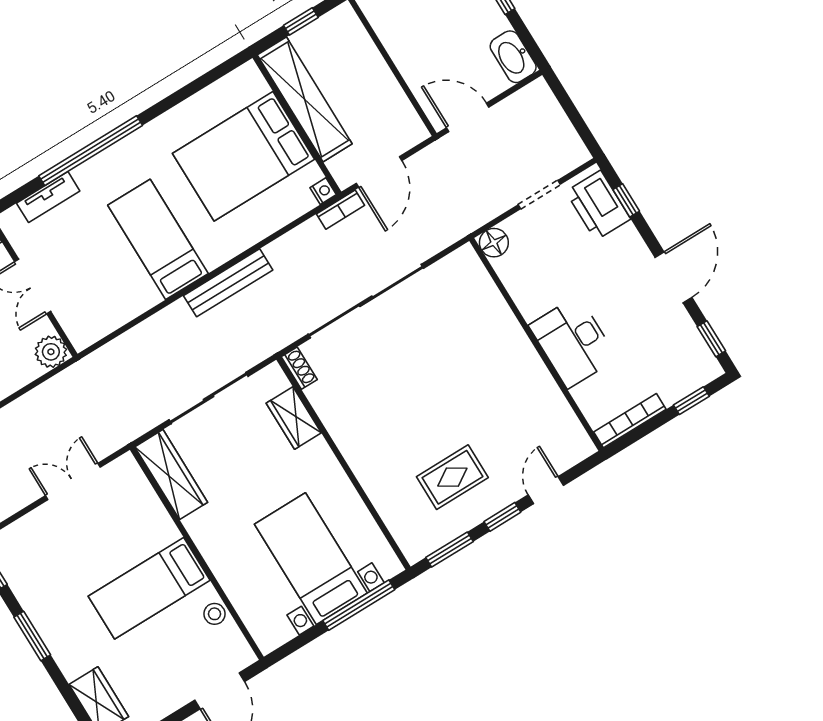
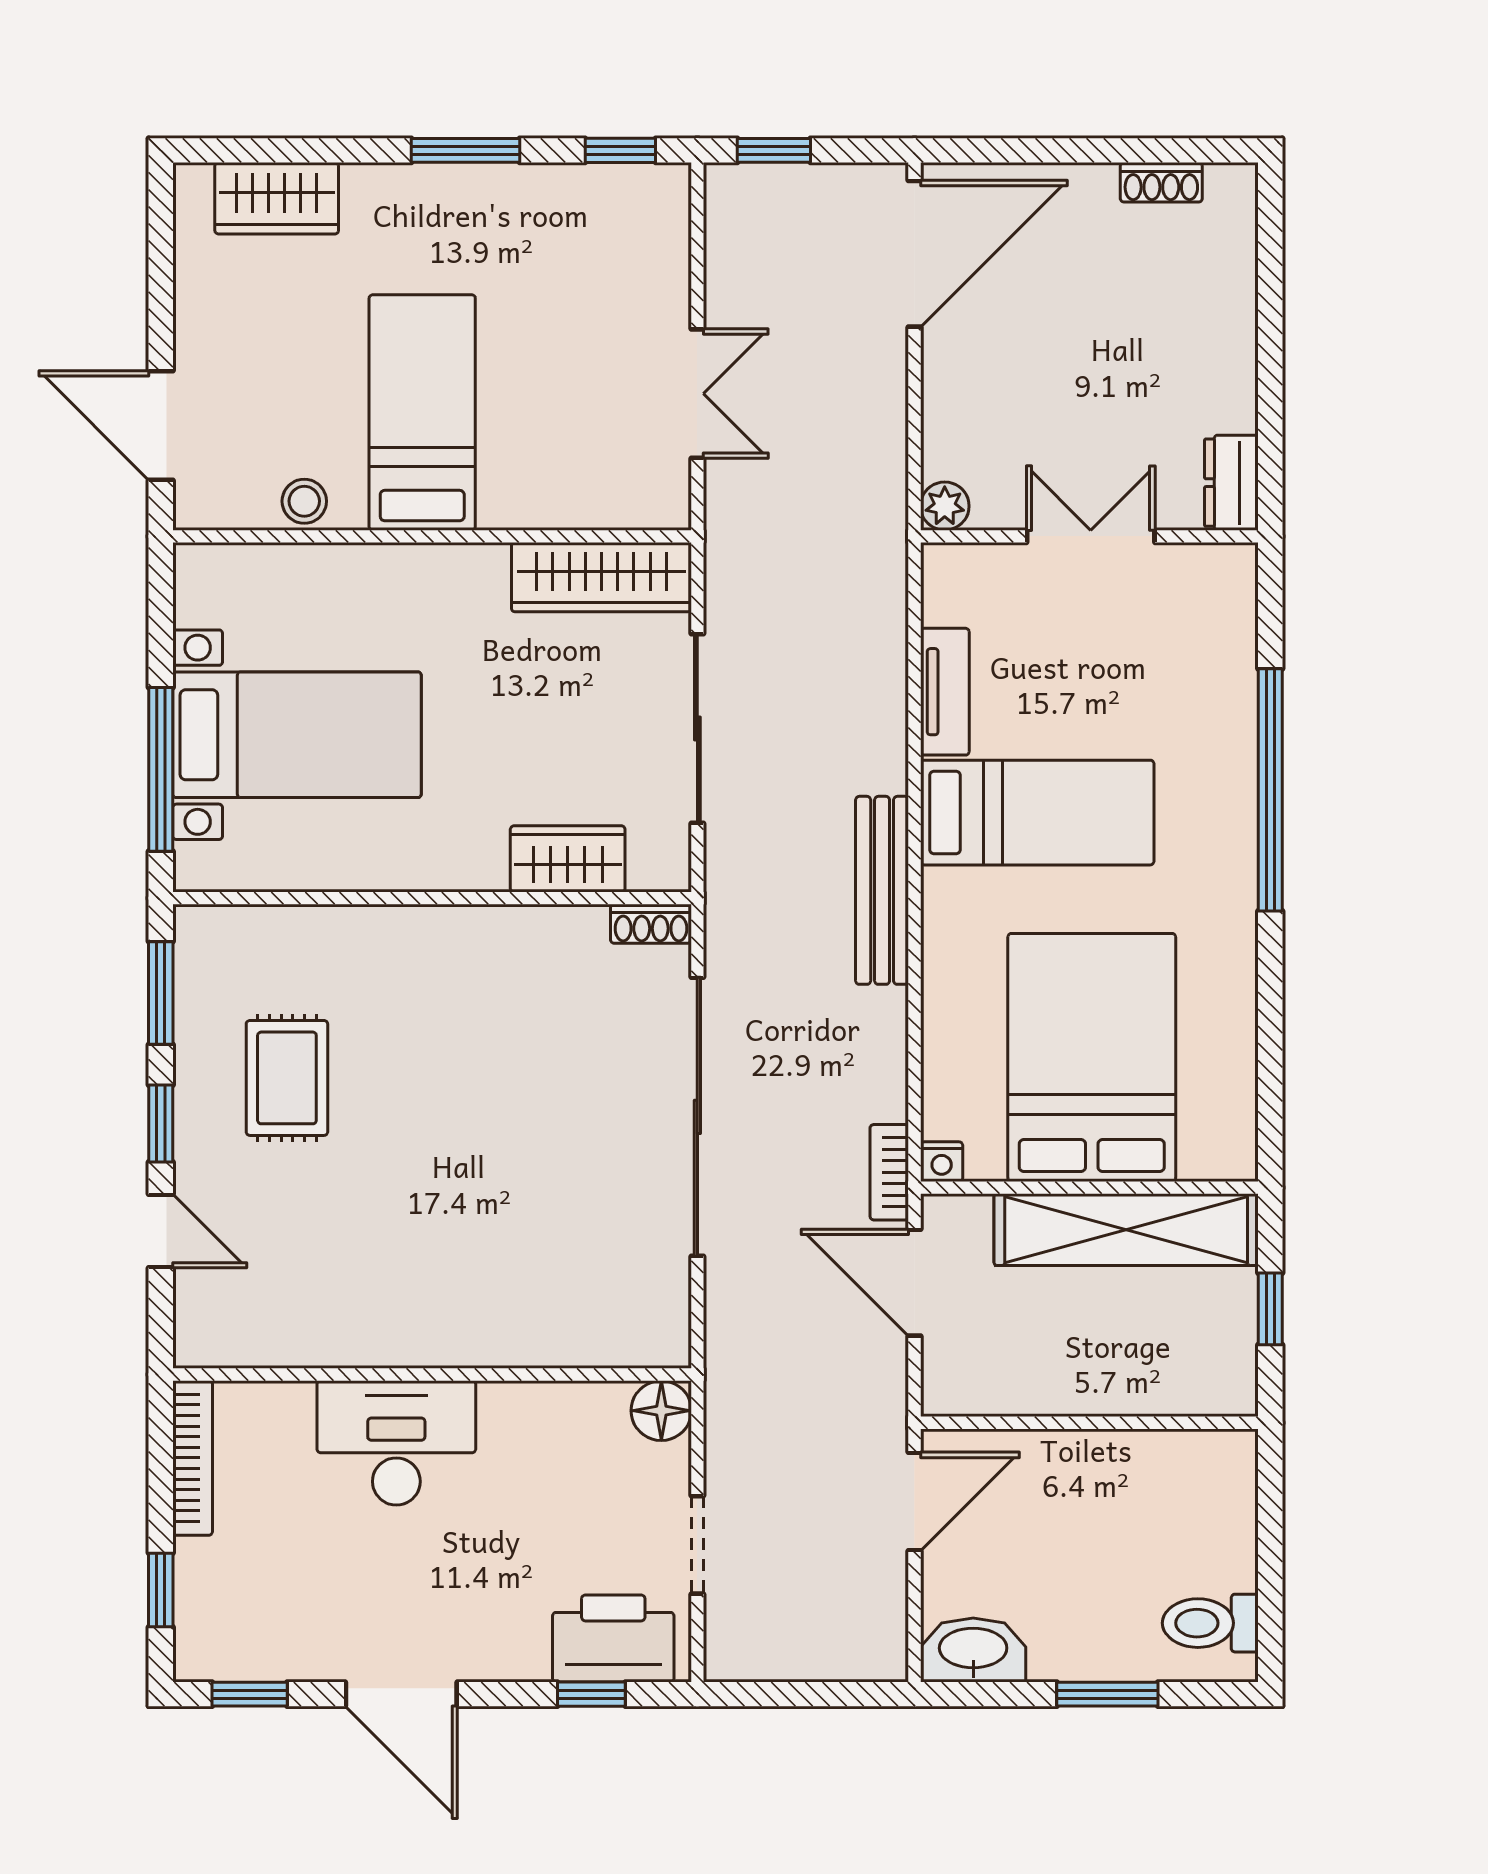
tv unit: (48, 197) -> (945, 692), moved, turned 180
plant: (51, 352) -> (945, 506), width x0.73, depth x0.73

